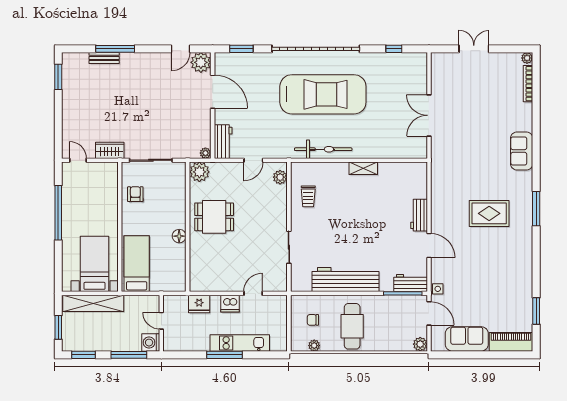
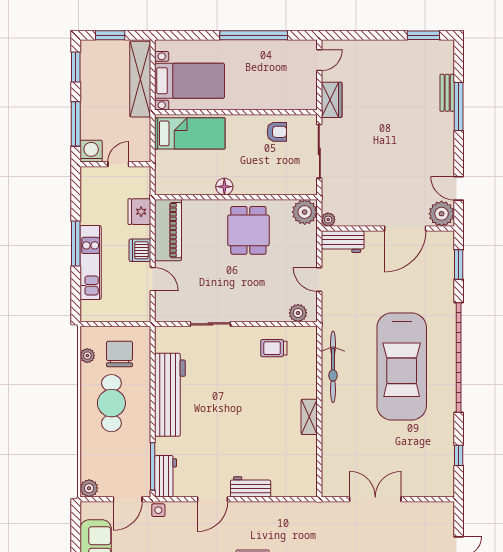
piano: (214, 281) -> (168, 230), added
chair: (313, 320) -> (119, 354), width x1.87, depth x1.87
cafe table: (352, 326) -> (111, 403), turned 90

